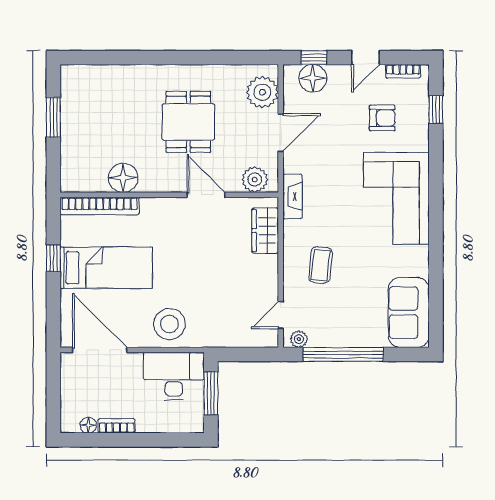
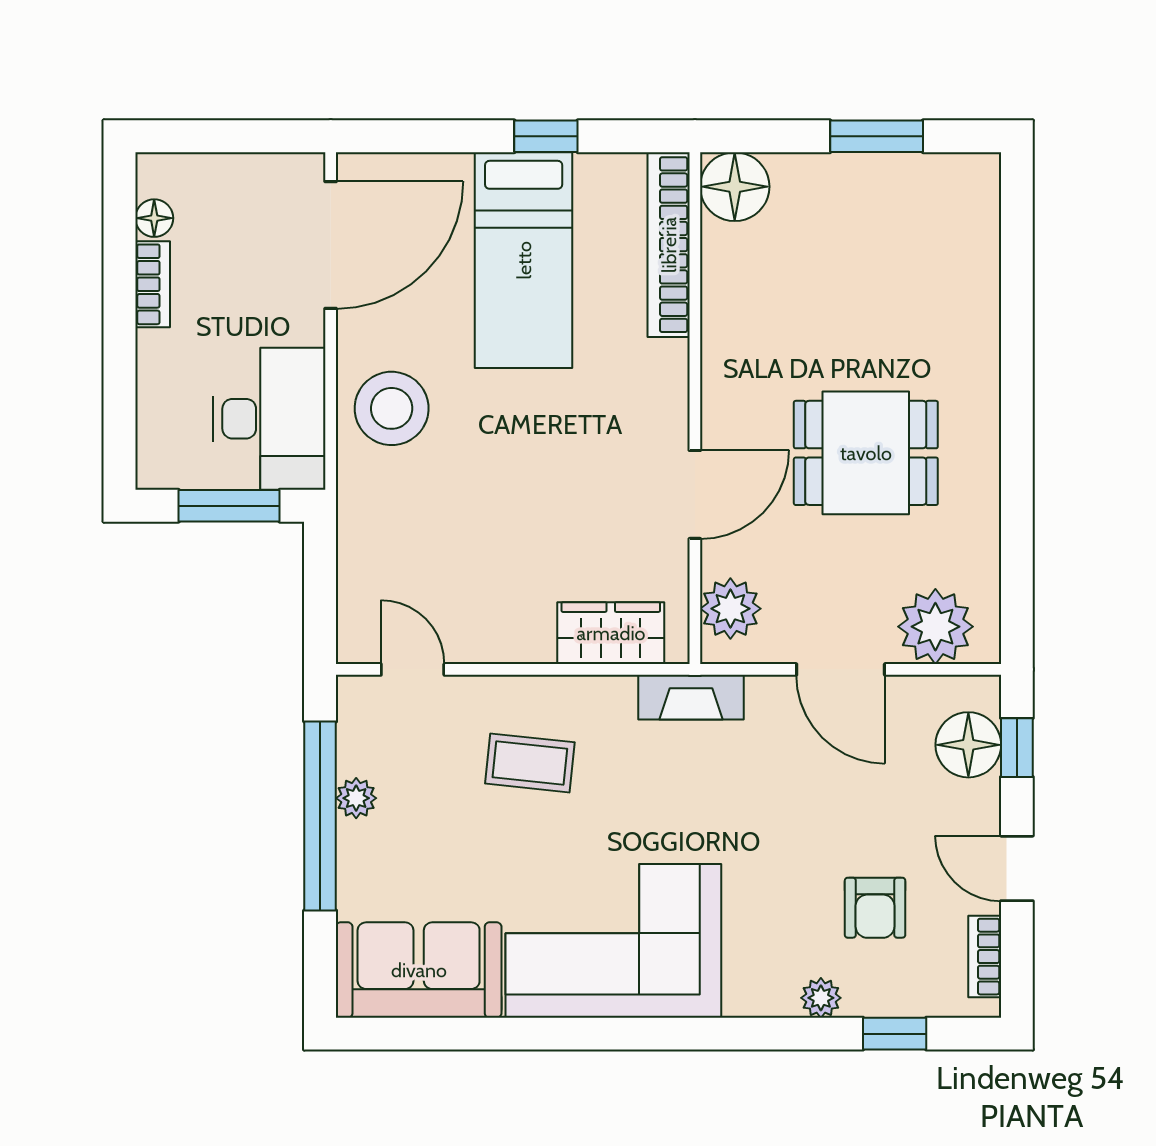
plant: (421, 141) -> (821, 998), added
floor lamp: (123, 178) -> (735, 187), moved
corner sofa: (396, 198) -> (613, 941), moved
plant: (299, 339) -> (356, 798), moved

